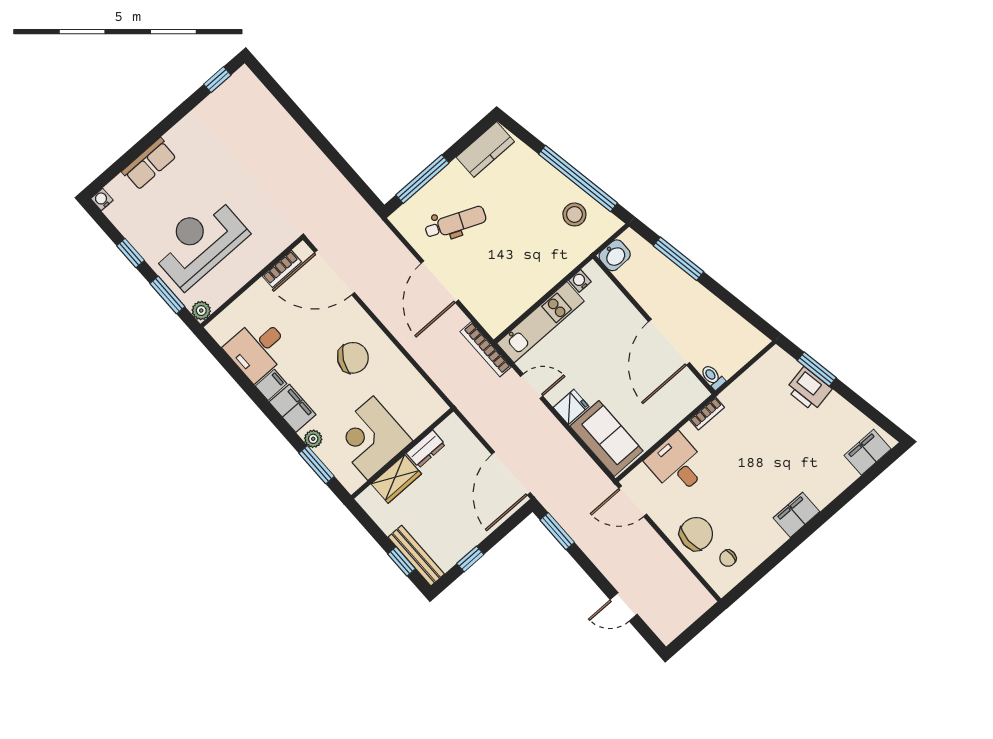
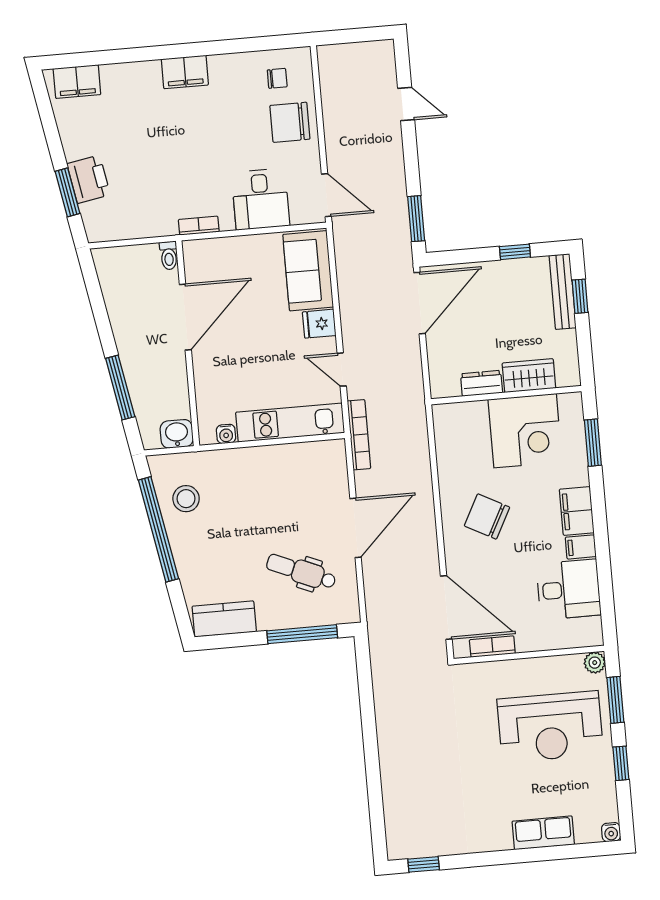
plant: (313, 439) -> (578, 469), removed

